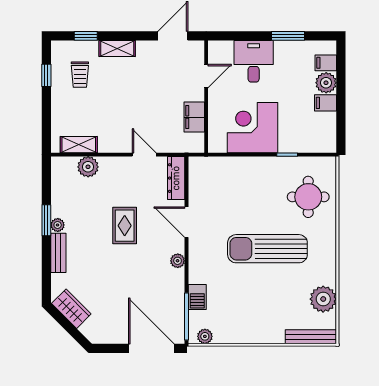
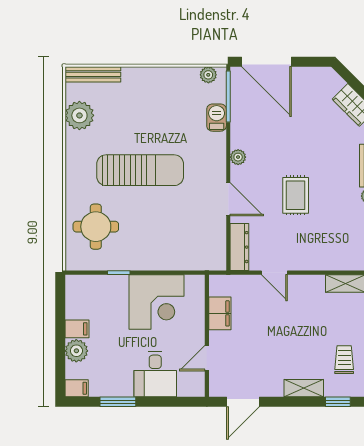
filing cabinet: (326, 63) -> (77, 388), moved
plant: (88, 167) -> (335, 259), removed

